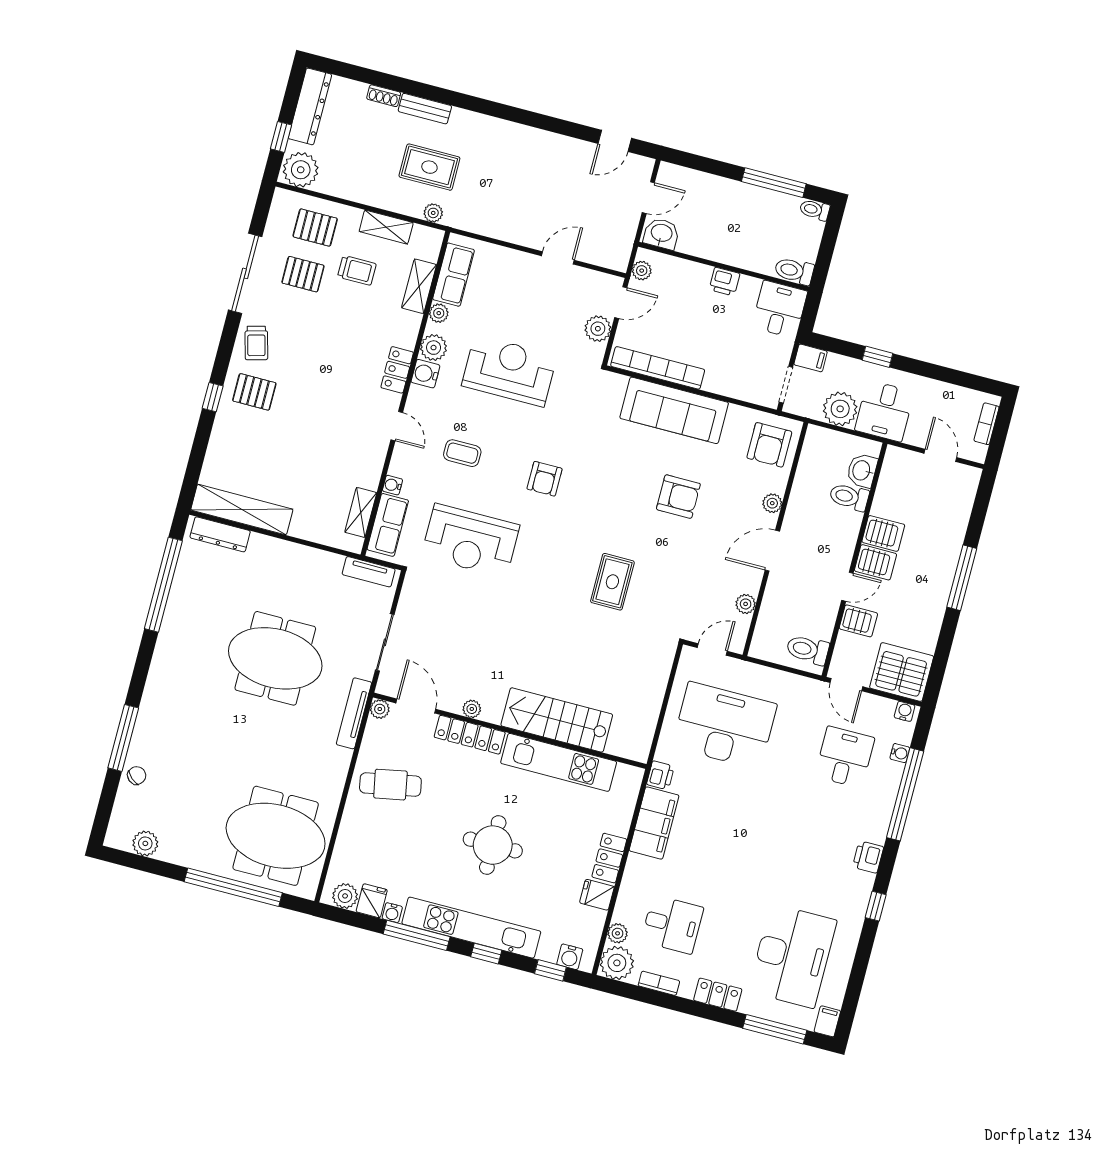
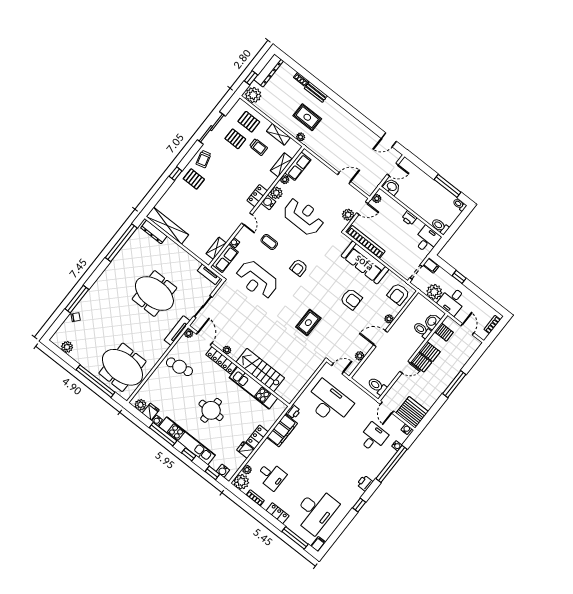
server rack: (858, 621) -> (444, 332), moved

